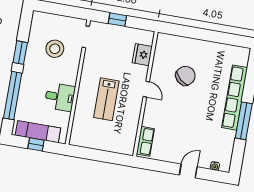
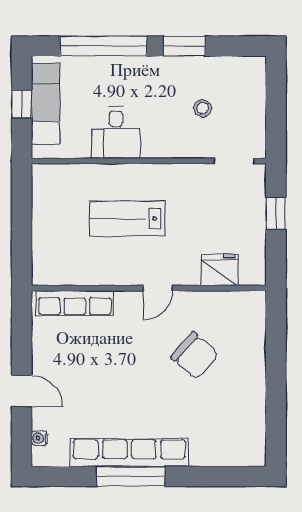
stool: (55, 49) -> (203, 108), width x0.53, depth x0.53
row of seats: (235, 98) -> (129, 453), moved
row of seats: (145, 141) -> (75, 303), width x1.48

